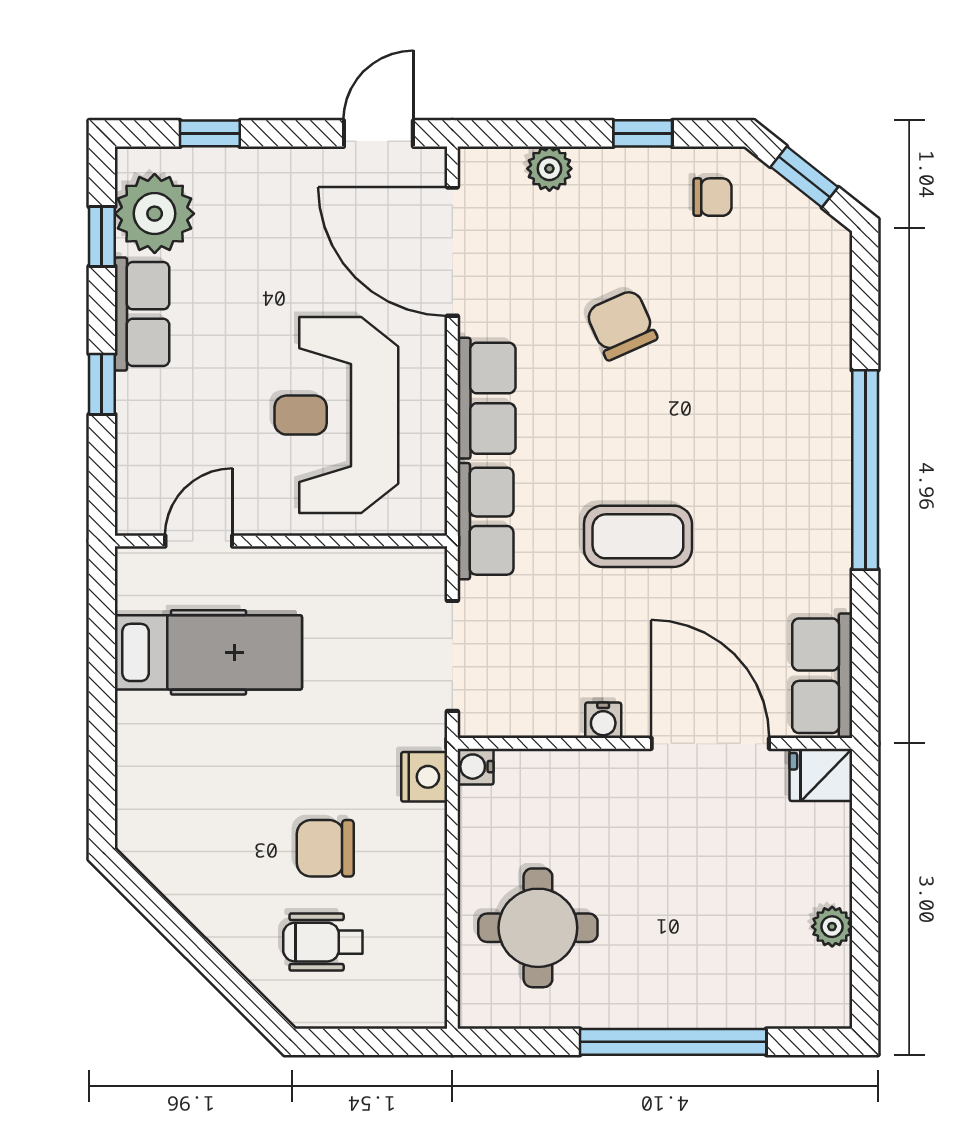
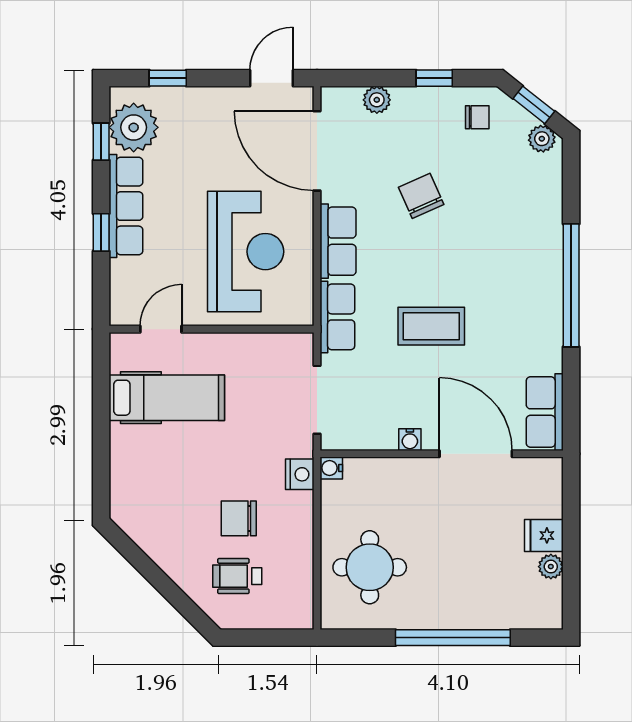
plant: (817, 232) -> (542, 139), added
row of seats: (142, 314) -> (126, 206), width x1.48
reception desk: (336, 415) -> (246, 252), turned 180
fridge: (821, 775) -> (544, 535), moved

